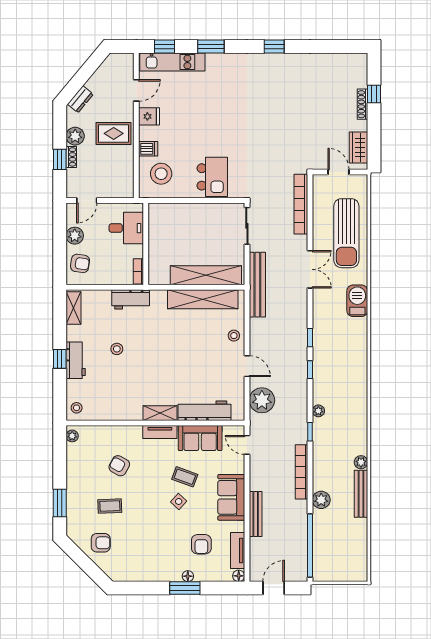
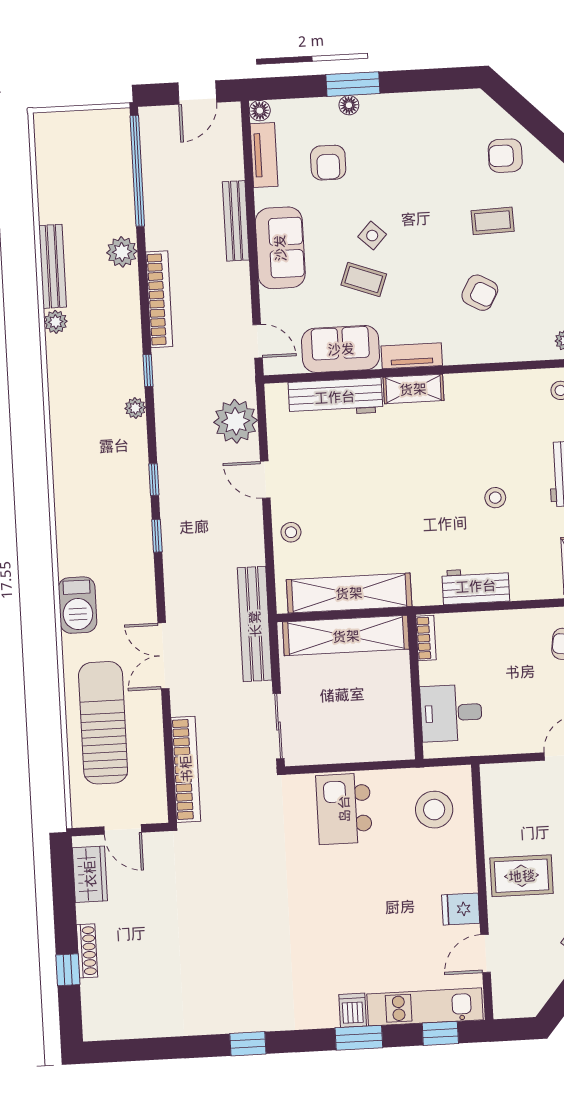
dishwasher: (148, 149) -> (353, 1010), moved, turned 90
desk: (126, 228) -> (451, 713), moved
wall: (146, 244) -> (415, 687), moved
bookcase: (138, 271) -> (426, 638), moved
armchair: (201, 544) -> (328, 163), turned 180

